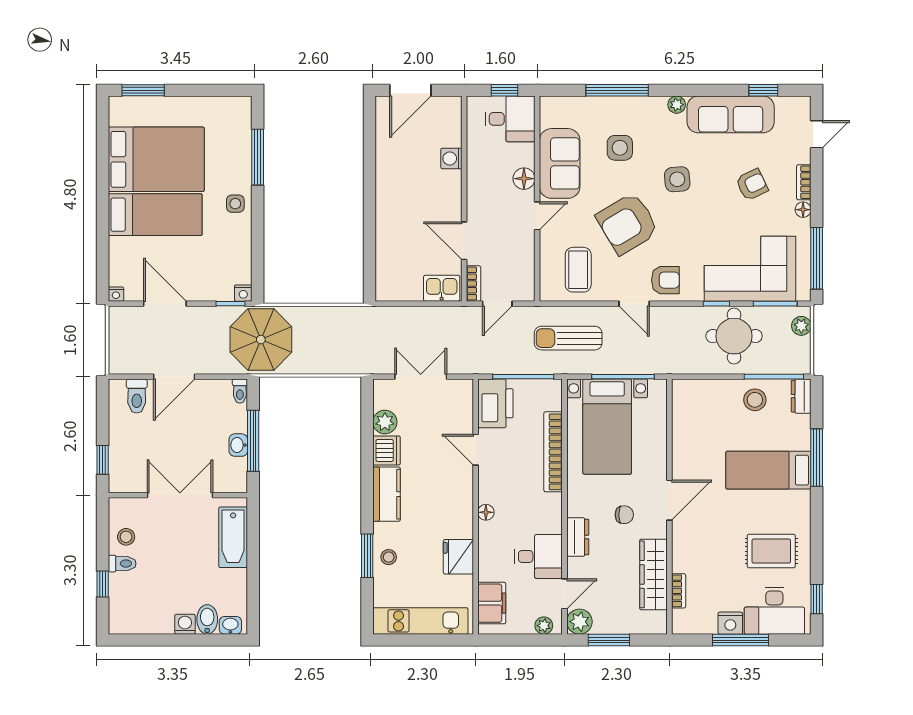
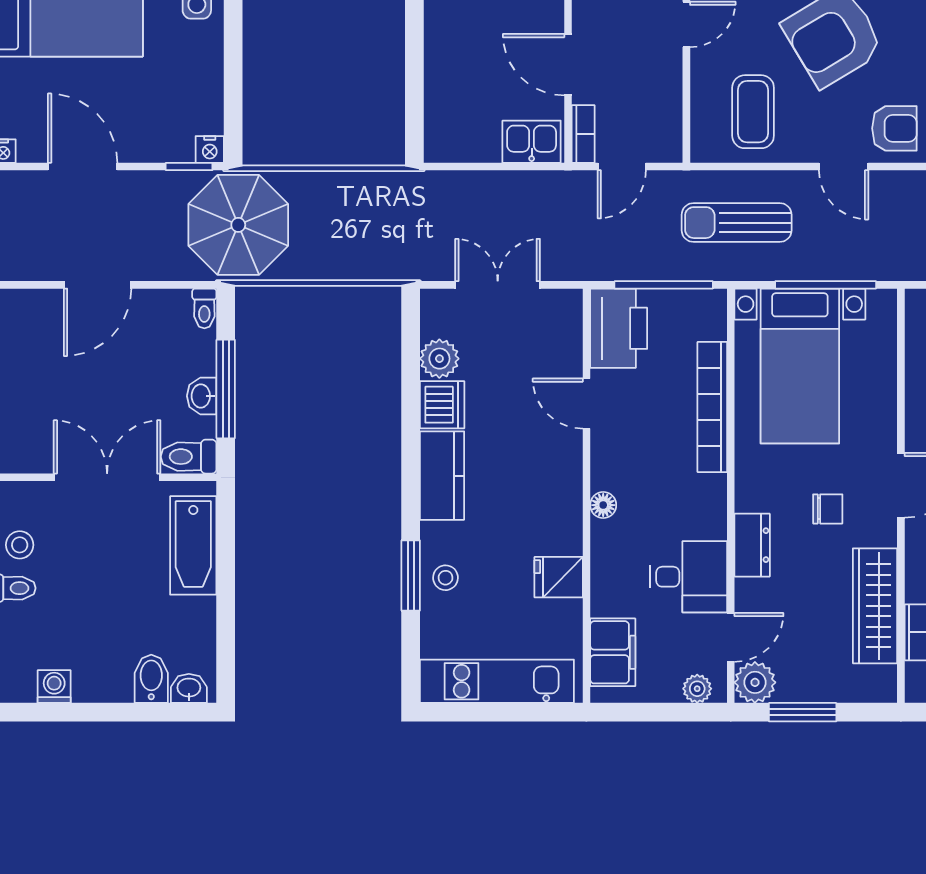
toilet: (137, 396) -> (189, 457), moved, turned 90
fridge: (458, 557) -> (559, 577), width x0.72
washing machine: (185, 624) -> (54, 687), moved

